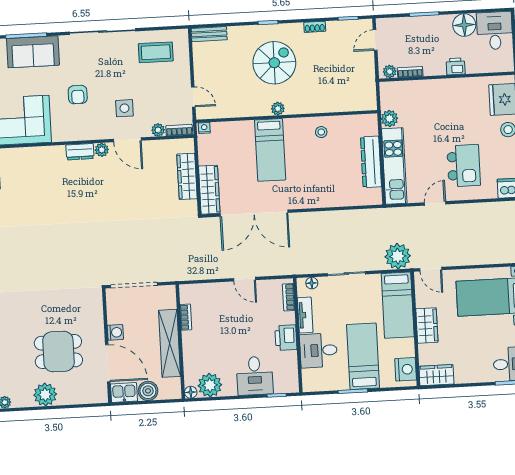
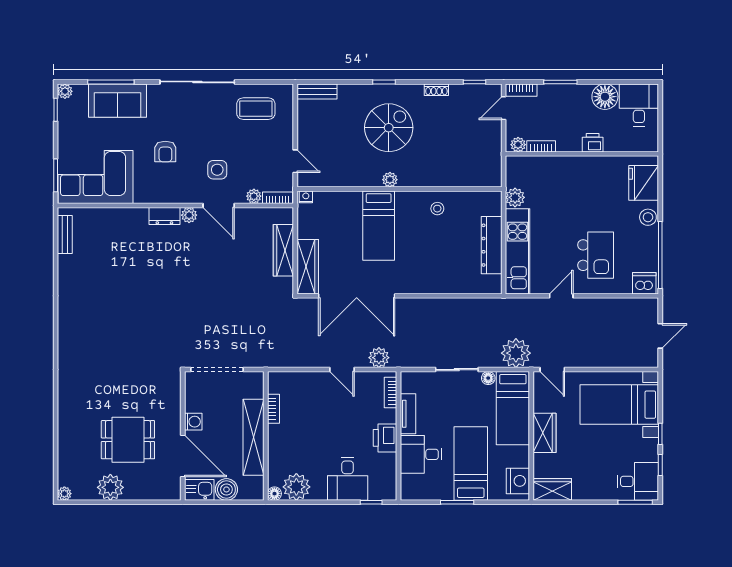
bookcase: (390, 23) -> (521, 90), added
plant: (277, 267) -> (379, 358), added
floor lamp: (312, 283) -> (488, 378), moved

